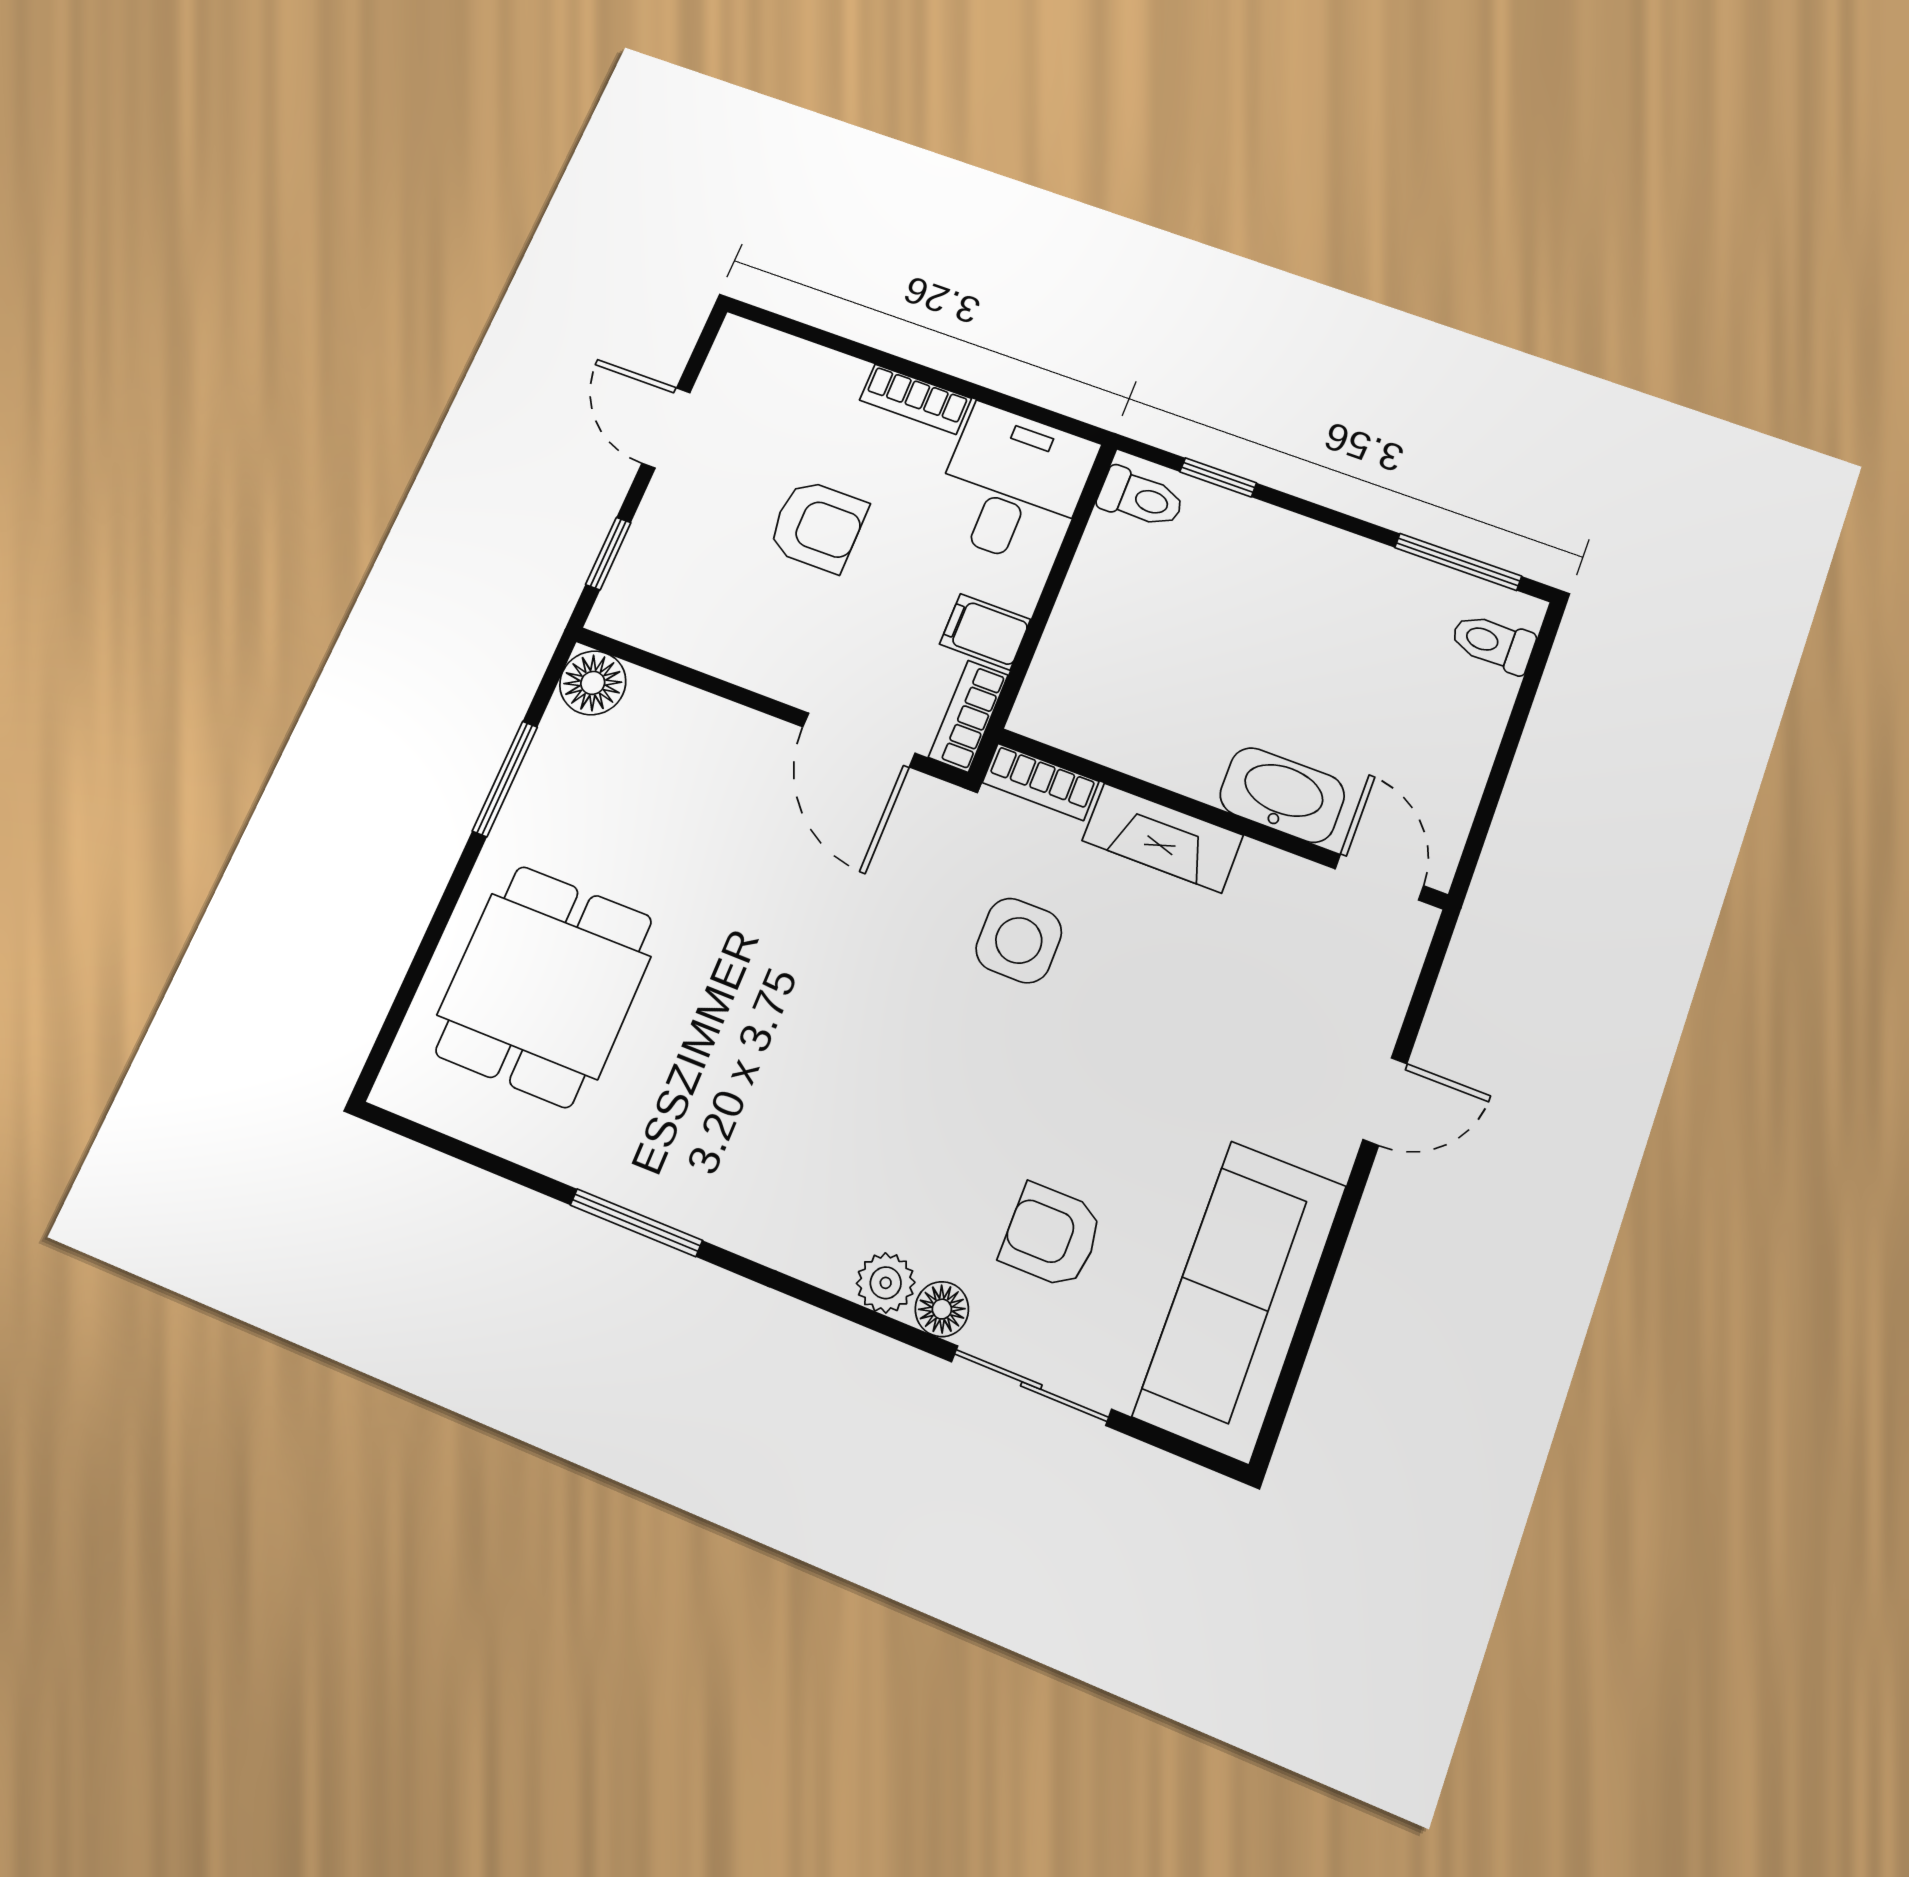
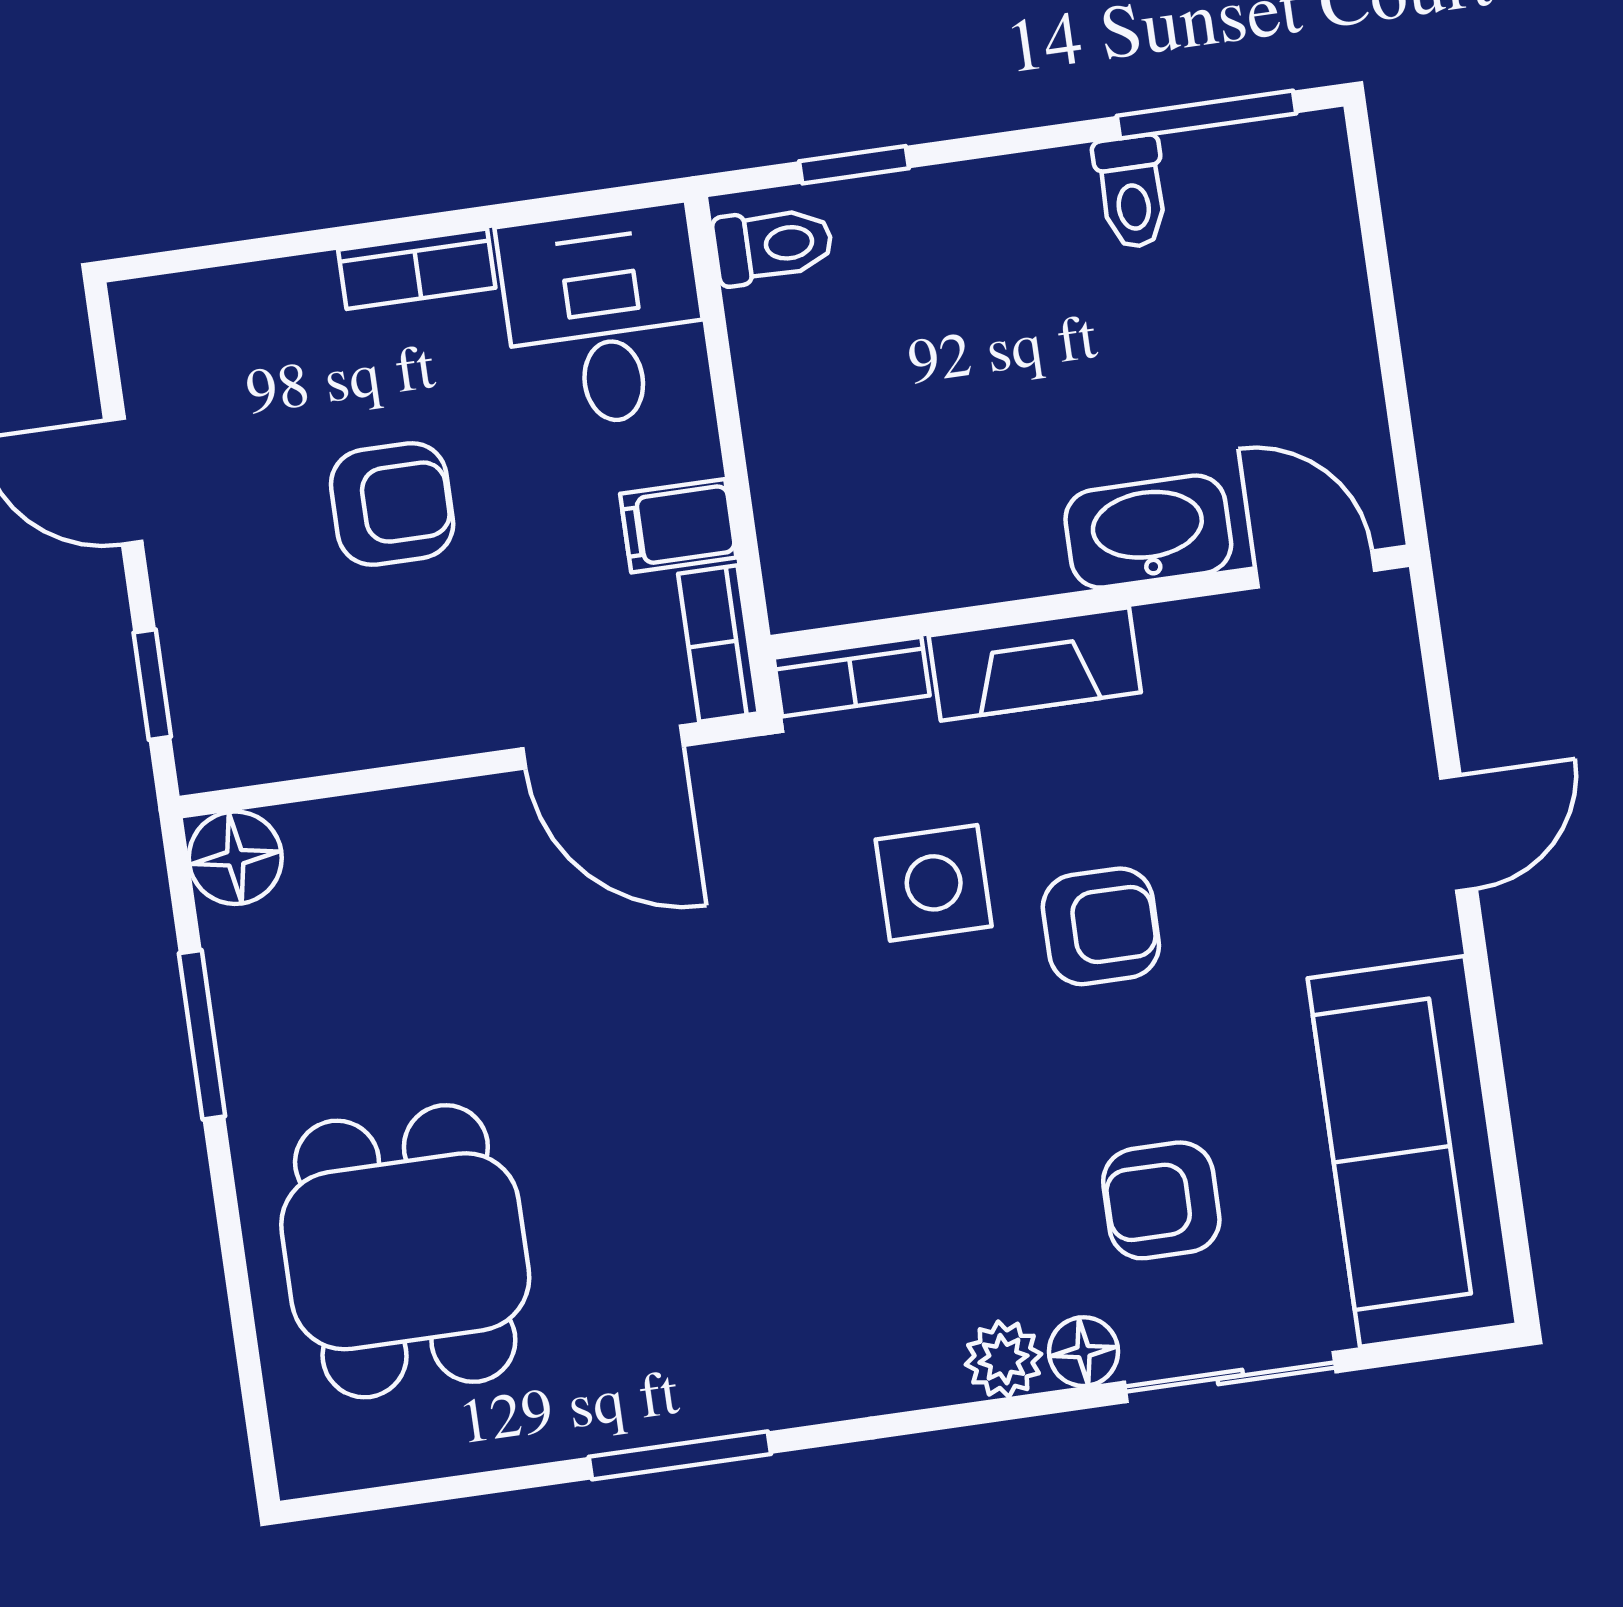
toilet: (1493, 643) -> (1132, 192), moved, turned -90
armchair: (1112, 1030) -> (1101, 926), added

